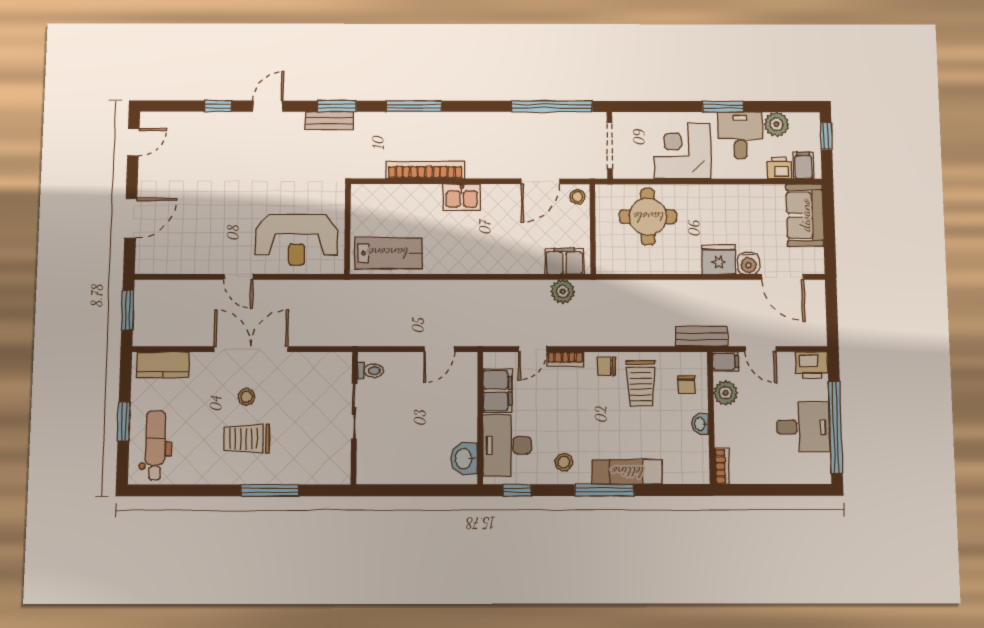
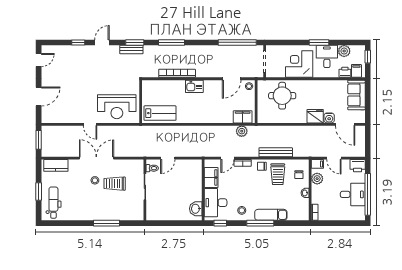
bench: (701, 336) -> (276, 152), moved, width x1.36
door: (439, 349) -> (168, 158), moved
trolley: (247, 439) -> (115, 184), moved

